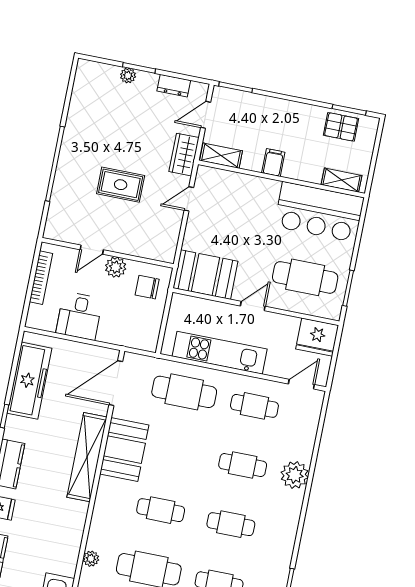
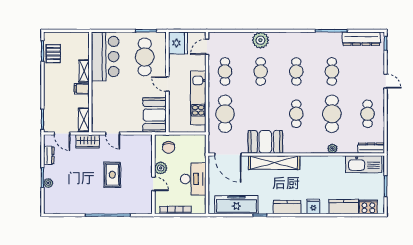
shelving: (342, 180) -> (84, 71), moved
desk: (79, 316) -> (193, 179), width x1.37
door: (301, 384) -> (207, 47), hinge flipped

